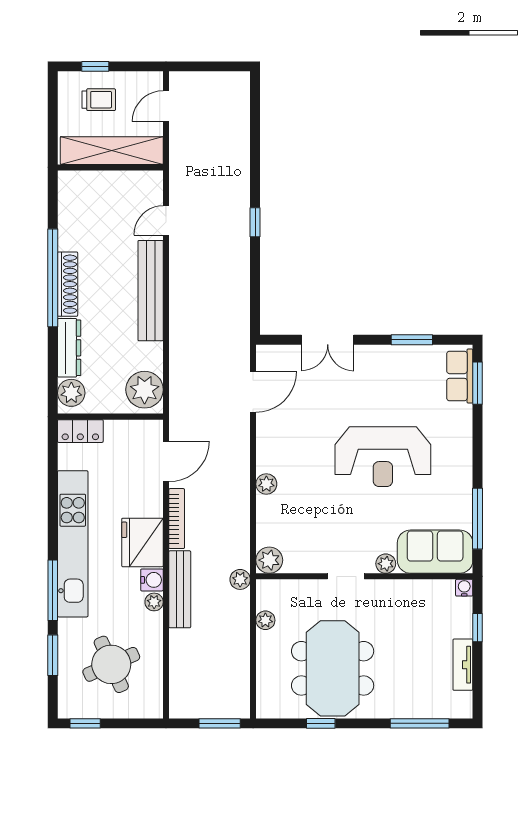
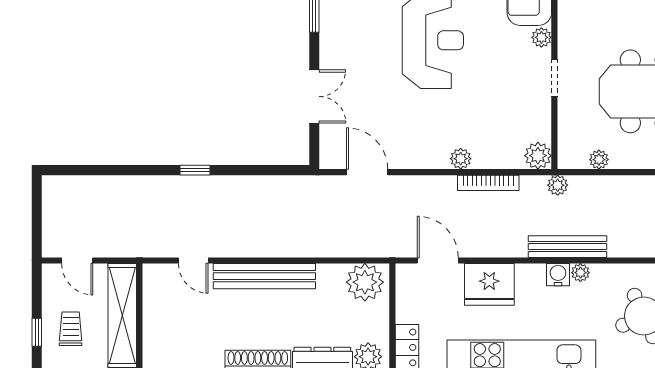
bookcase: (177, 519) -> (488, 183), moved, turned 180
fridge: (142, 542) -> (489, 284), moved

